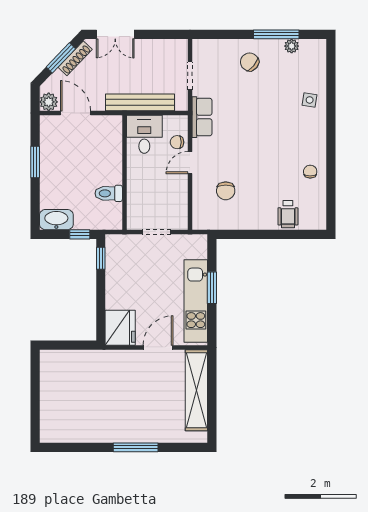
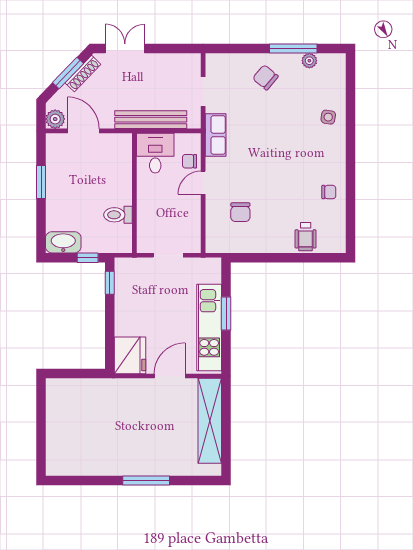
double door: (115, 34) -> (125, 49), swing flipped
chair: (310, 172) -> (329, 192), turned 90

